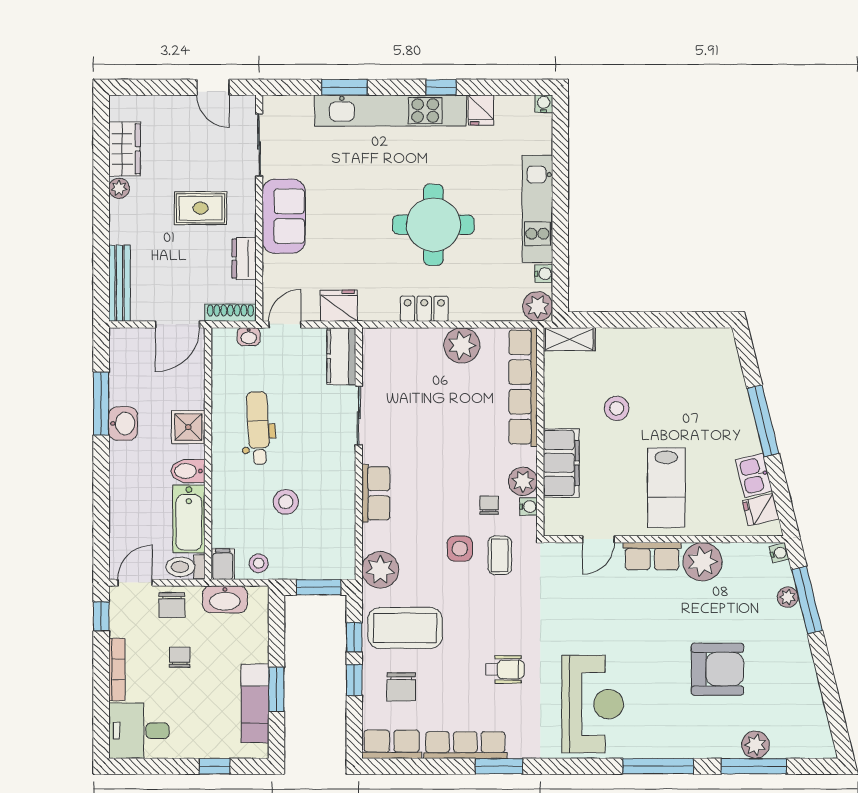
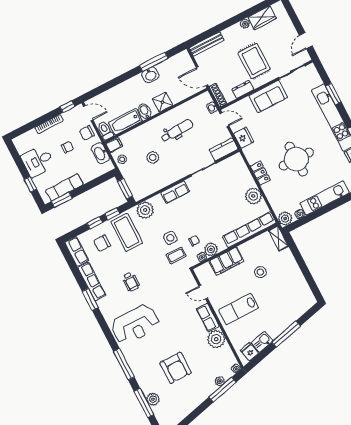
rug: (200, 208) -> (254, 61), width x1.36, depth x1.43
window: (276, 689) -> (62, 200), moved
desk: (139, 731) -> (38, 161), moved, turned -90

